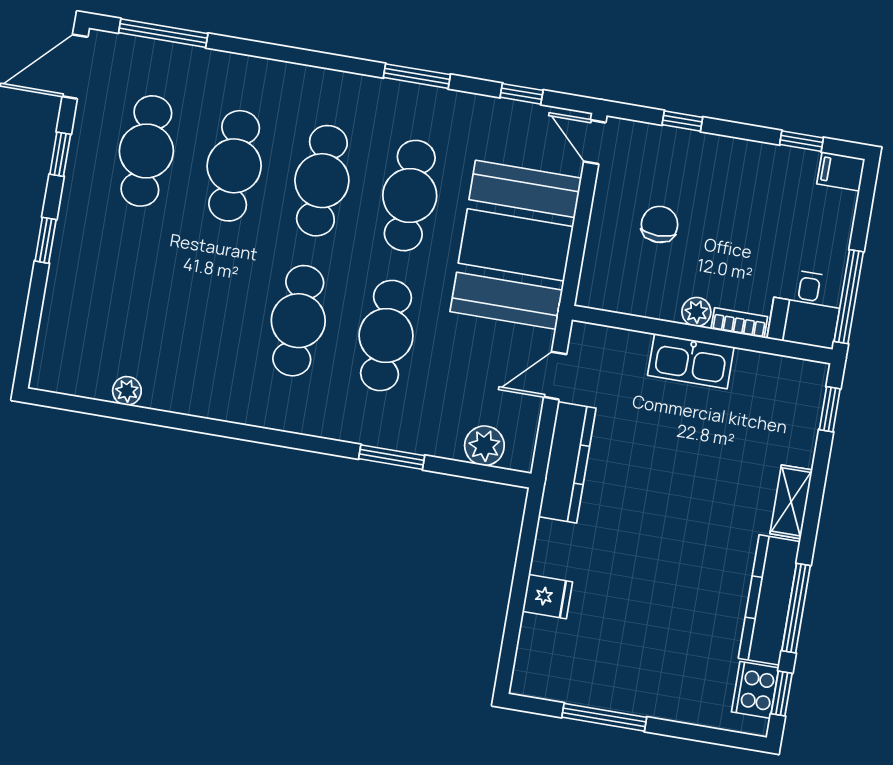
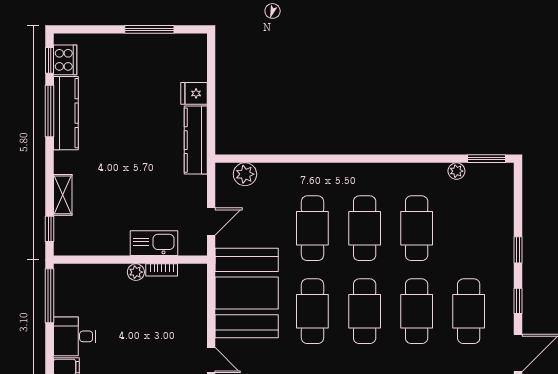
chair: (660, 224) -> (166, 319), removed
cafe table: (210, 306) -> (417, 228), added
desk: (806, 308) -> (75, 336), moved, turned -90
bookcase: (739, 323) -> (162, 270), moved
kitchen sink: (691, 361) -> (154, 243), moved
window: (392, 457) -> (487, 159), moved
kitchen counter: (567, 462) -> (196, 140), moved
shelving: (791, 502) -> (63, 195), moved

